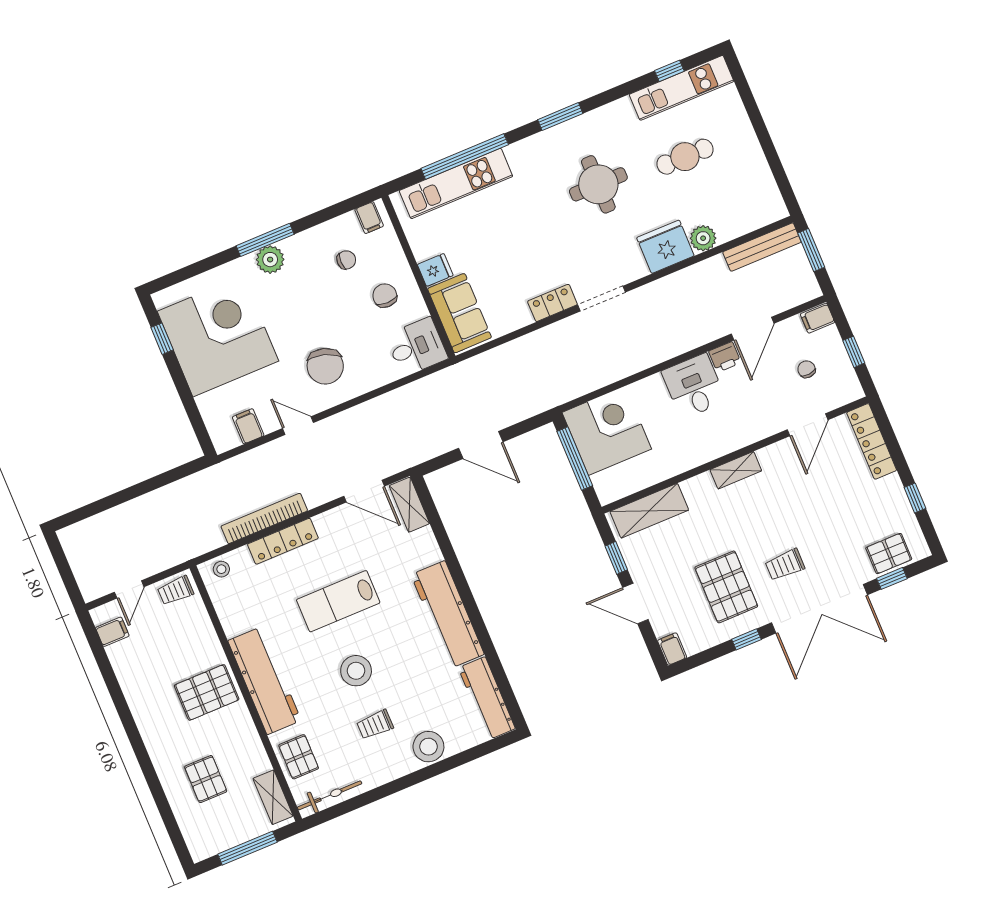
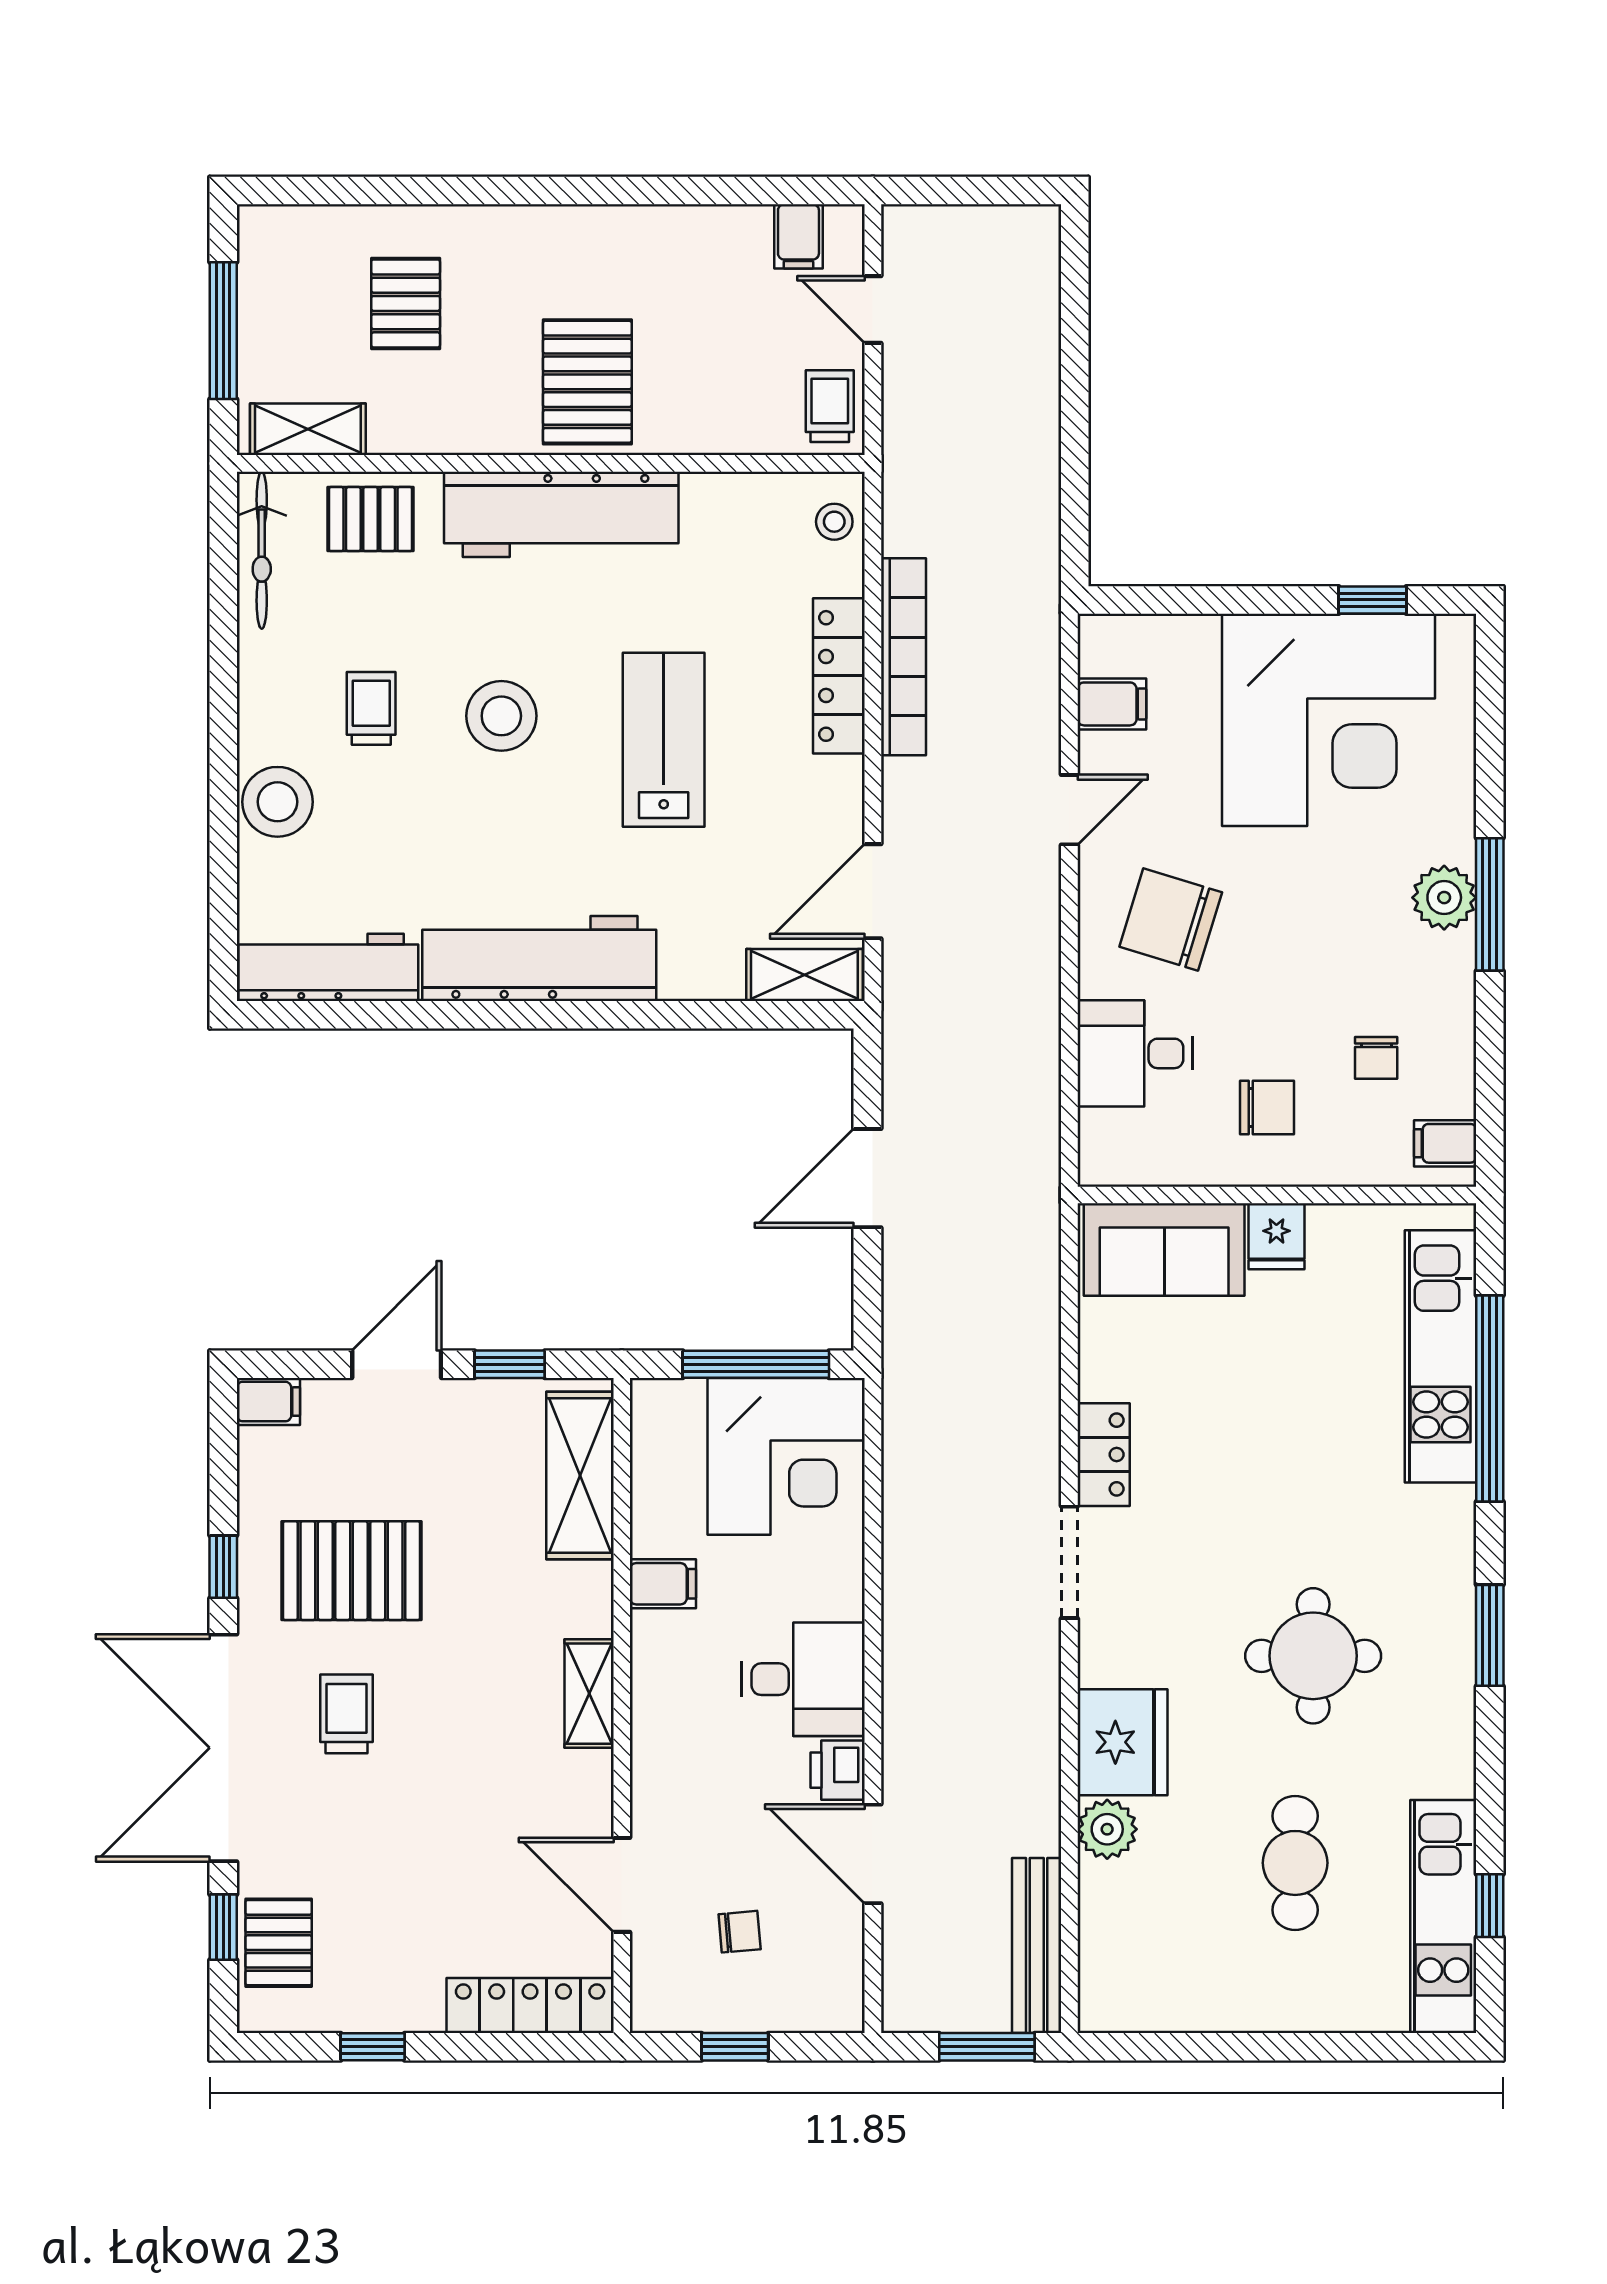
filing cabinet: (818, 318) -> (663, 1584), moved, turned 90
desk: (417, 347) -> (1135, 1053), moved, turned 90
pallet: (206, 779) -> (406, 303), turned 90

